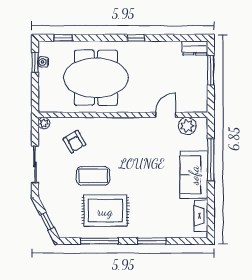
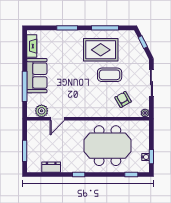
dresser: (195, 48) -> (51, 167), moved

